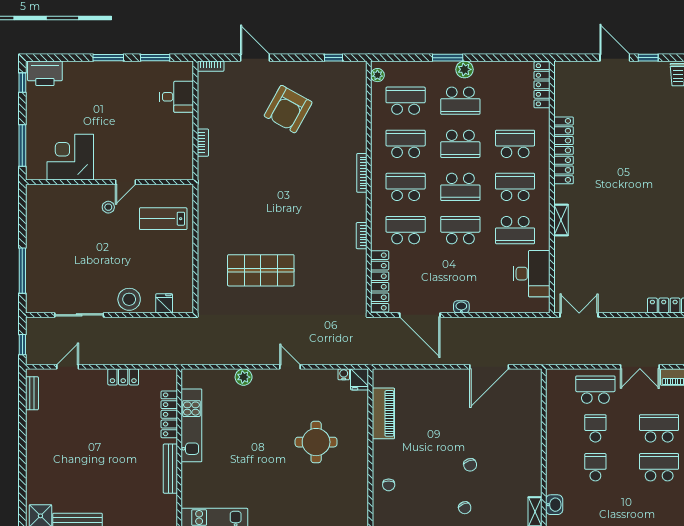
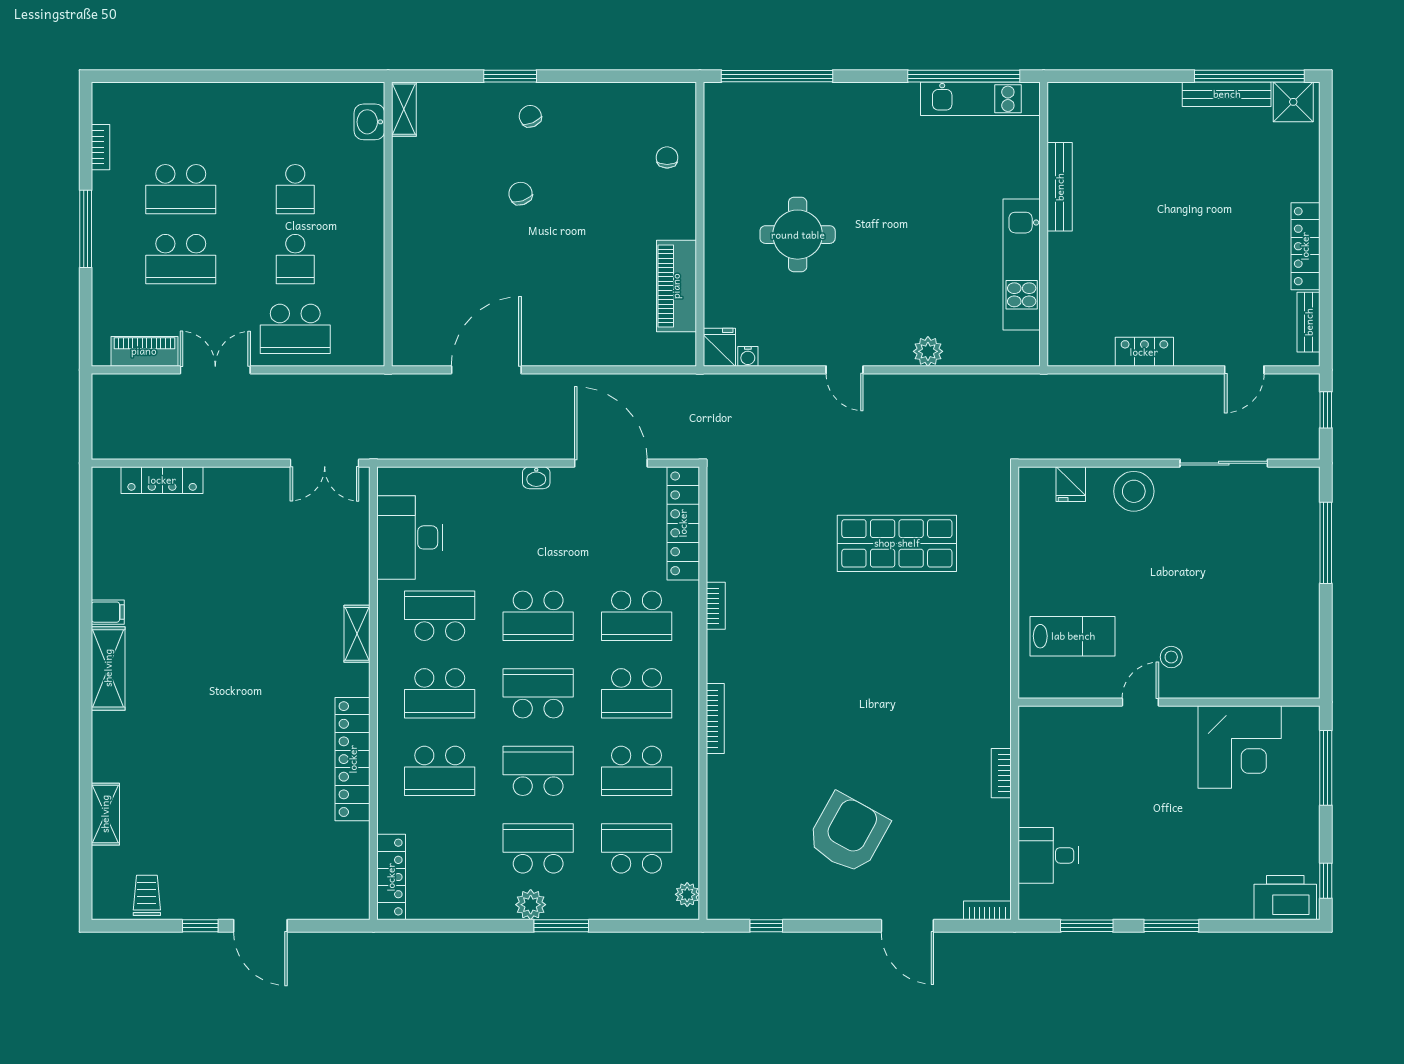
school desk: (406, 101) -> (637, 848), turned 180
locker: (169, 414) -> (1305, 246), moved, turned 180

